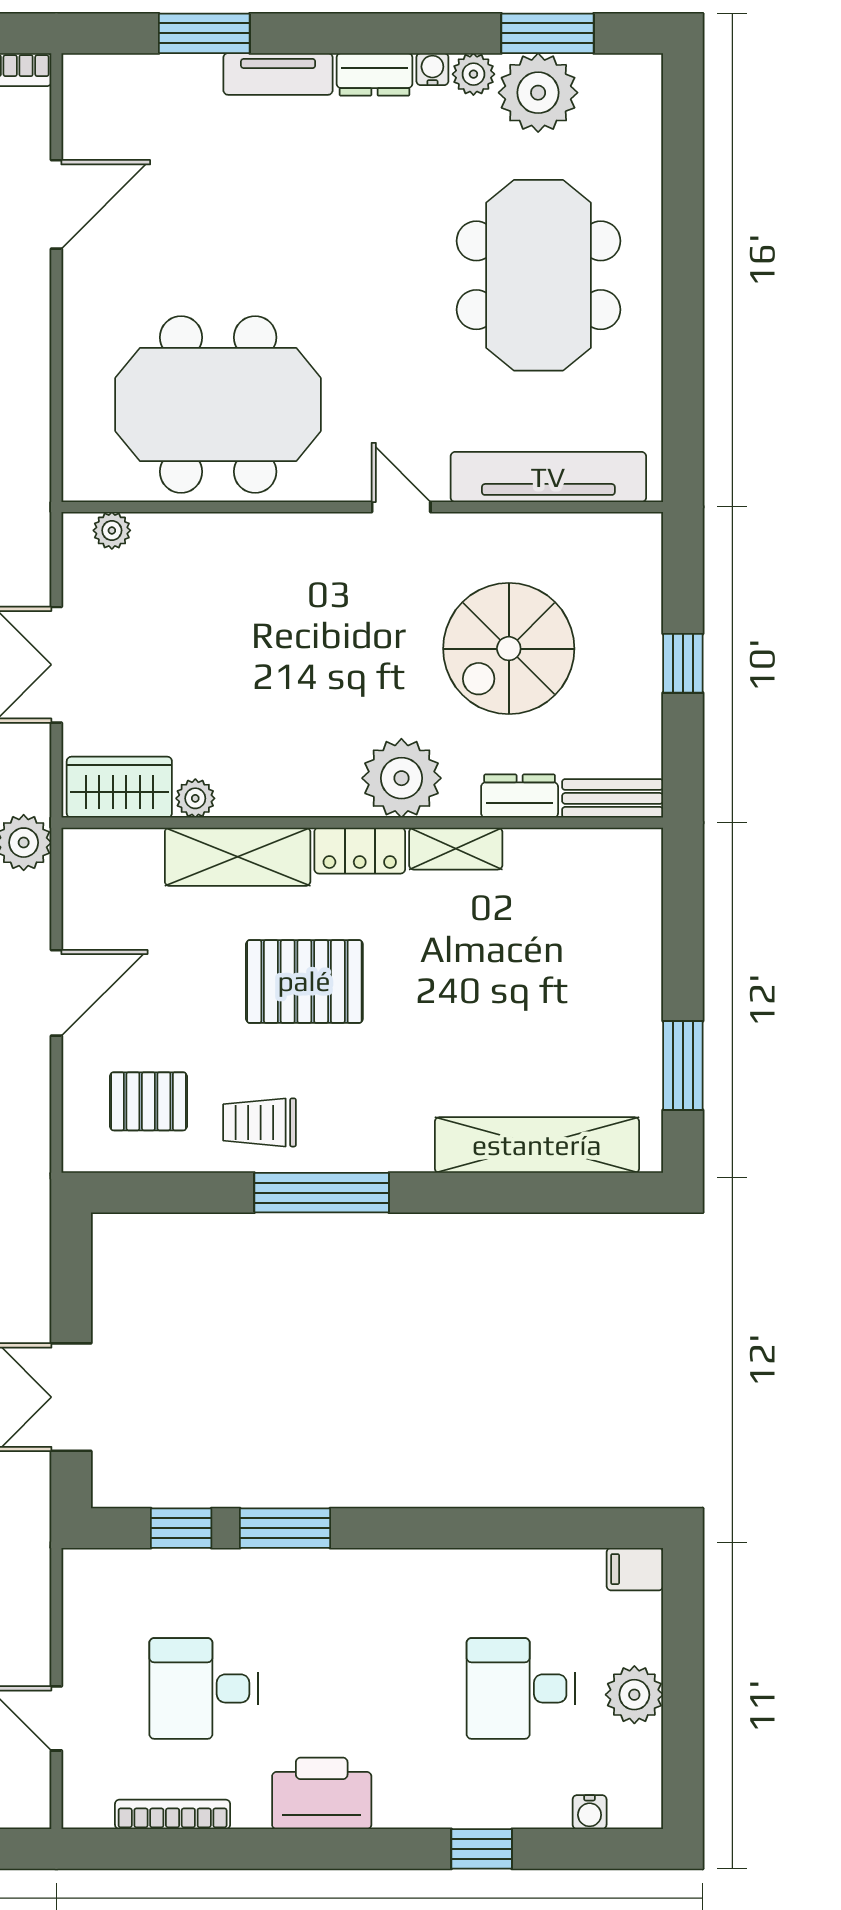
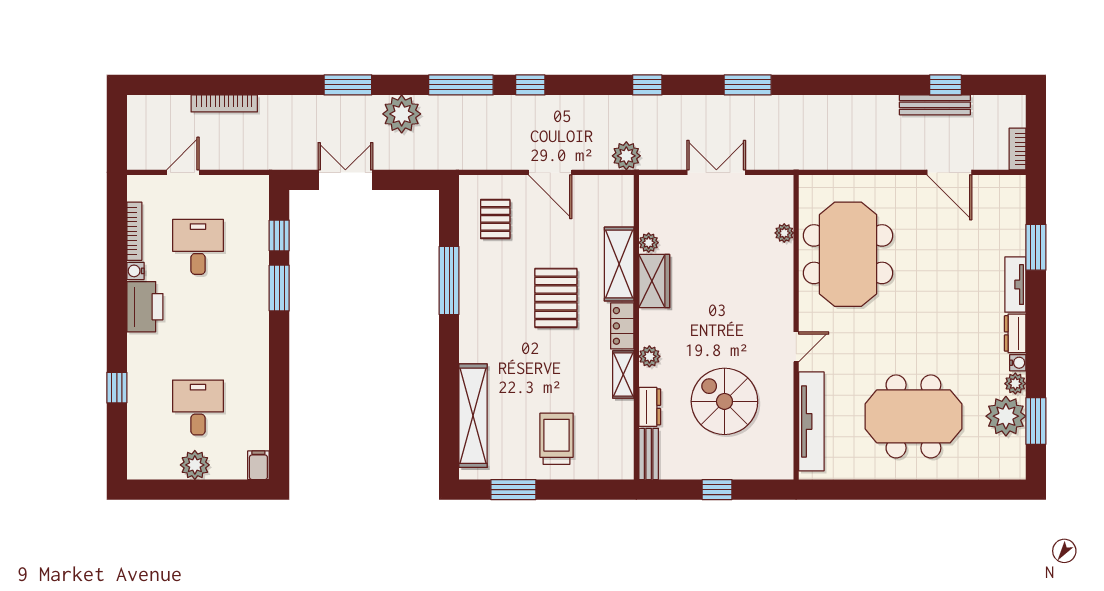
plant: (112, 530) -> (784, 233), moved
plant: (401, 778) -> (649, 356), width x0.53, depth x0.53
wardrobe: (119, 787) -> (654, 281), moved
trolley: (260, 1122) -> (557, 439), moved, width x1.36, depth x1.39
window: (322, 1193) -> (449, 281), moved
water cooler: (590, 1812) -> (135, 271), moved

